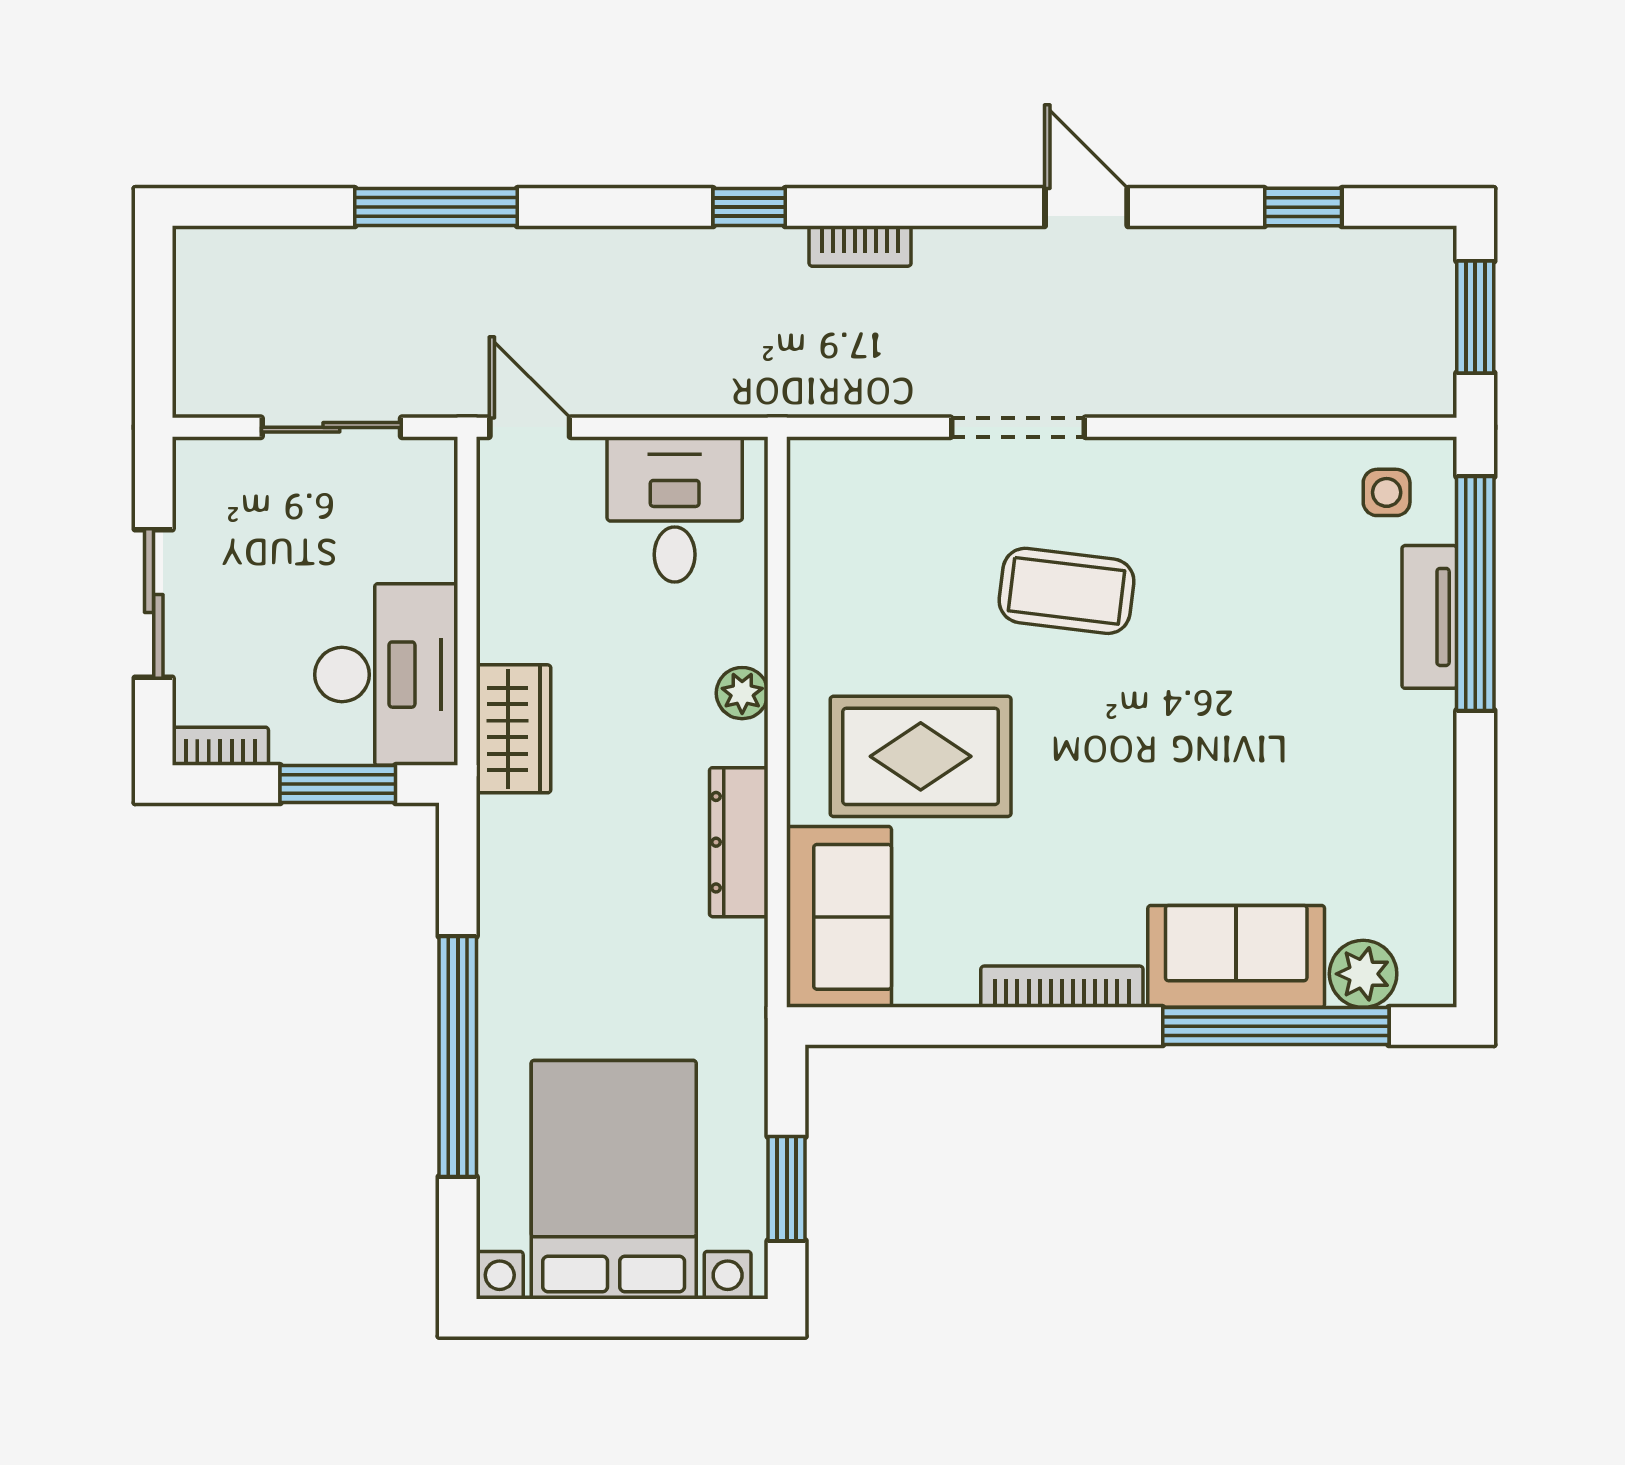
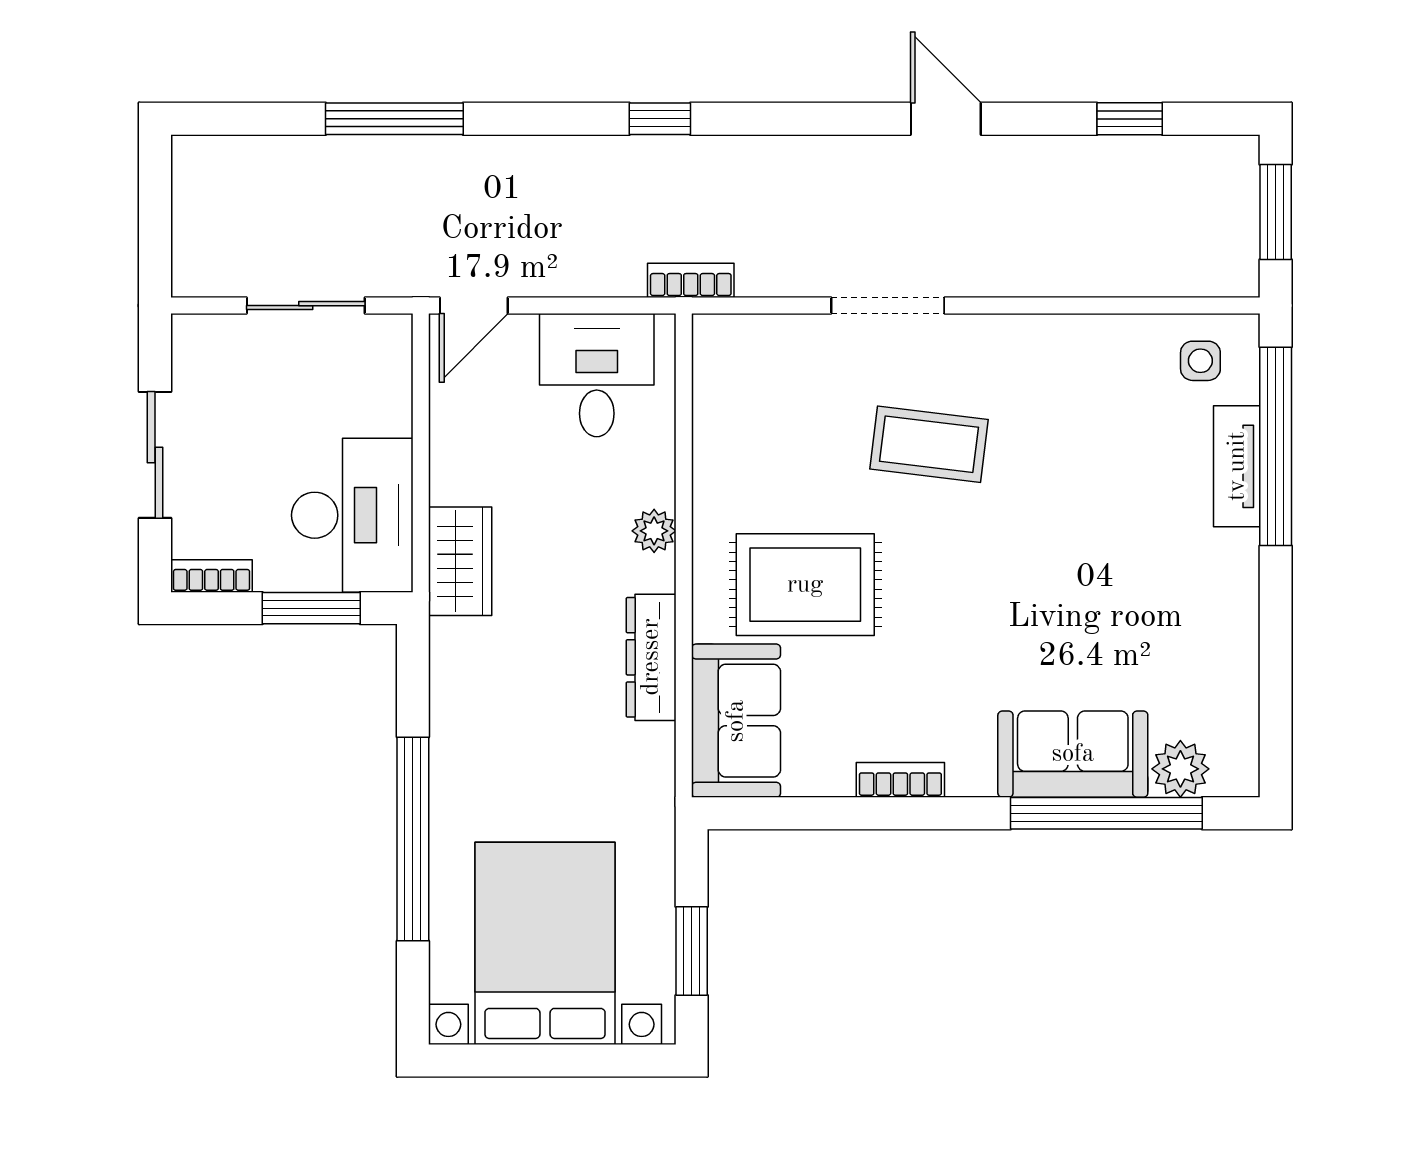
bookcase: (860, 246) -> (691, 280), moved, turned 180
door: (530, 427) -> (474, 306), swing flipped
bookcase: (1062, 987) -> (900, 780), width x0.64

